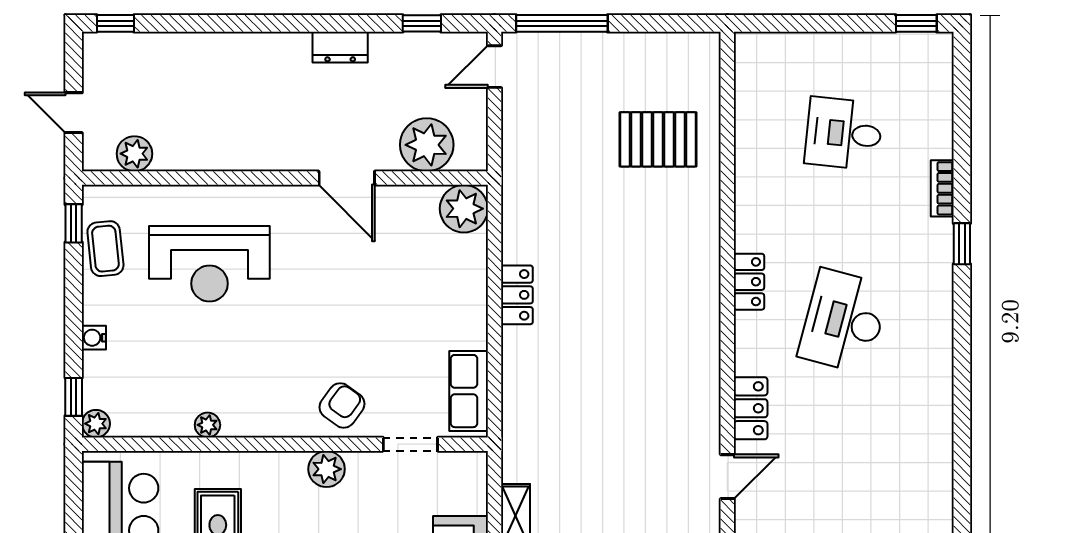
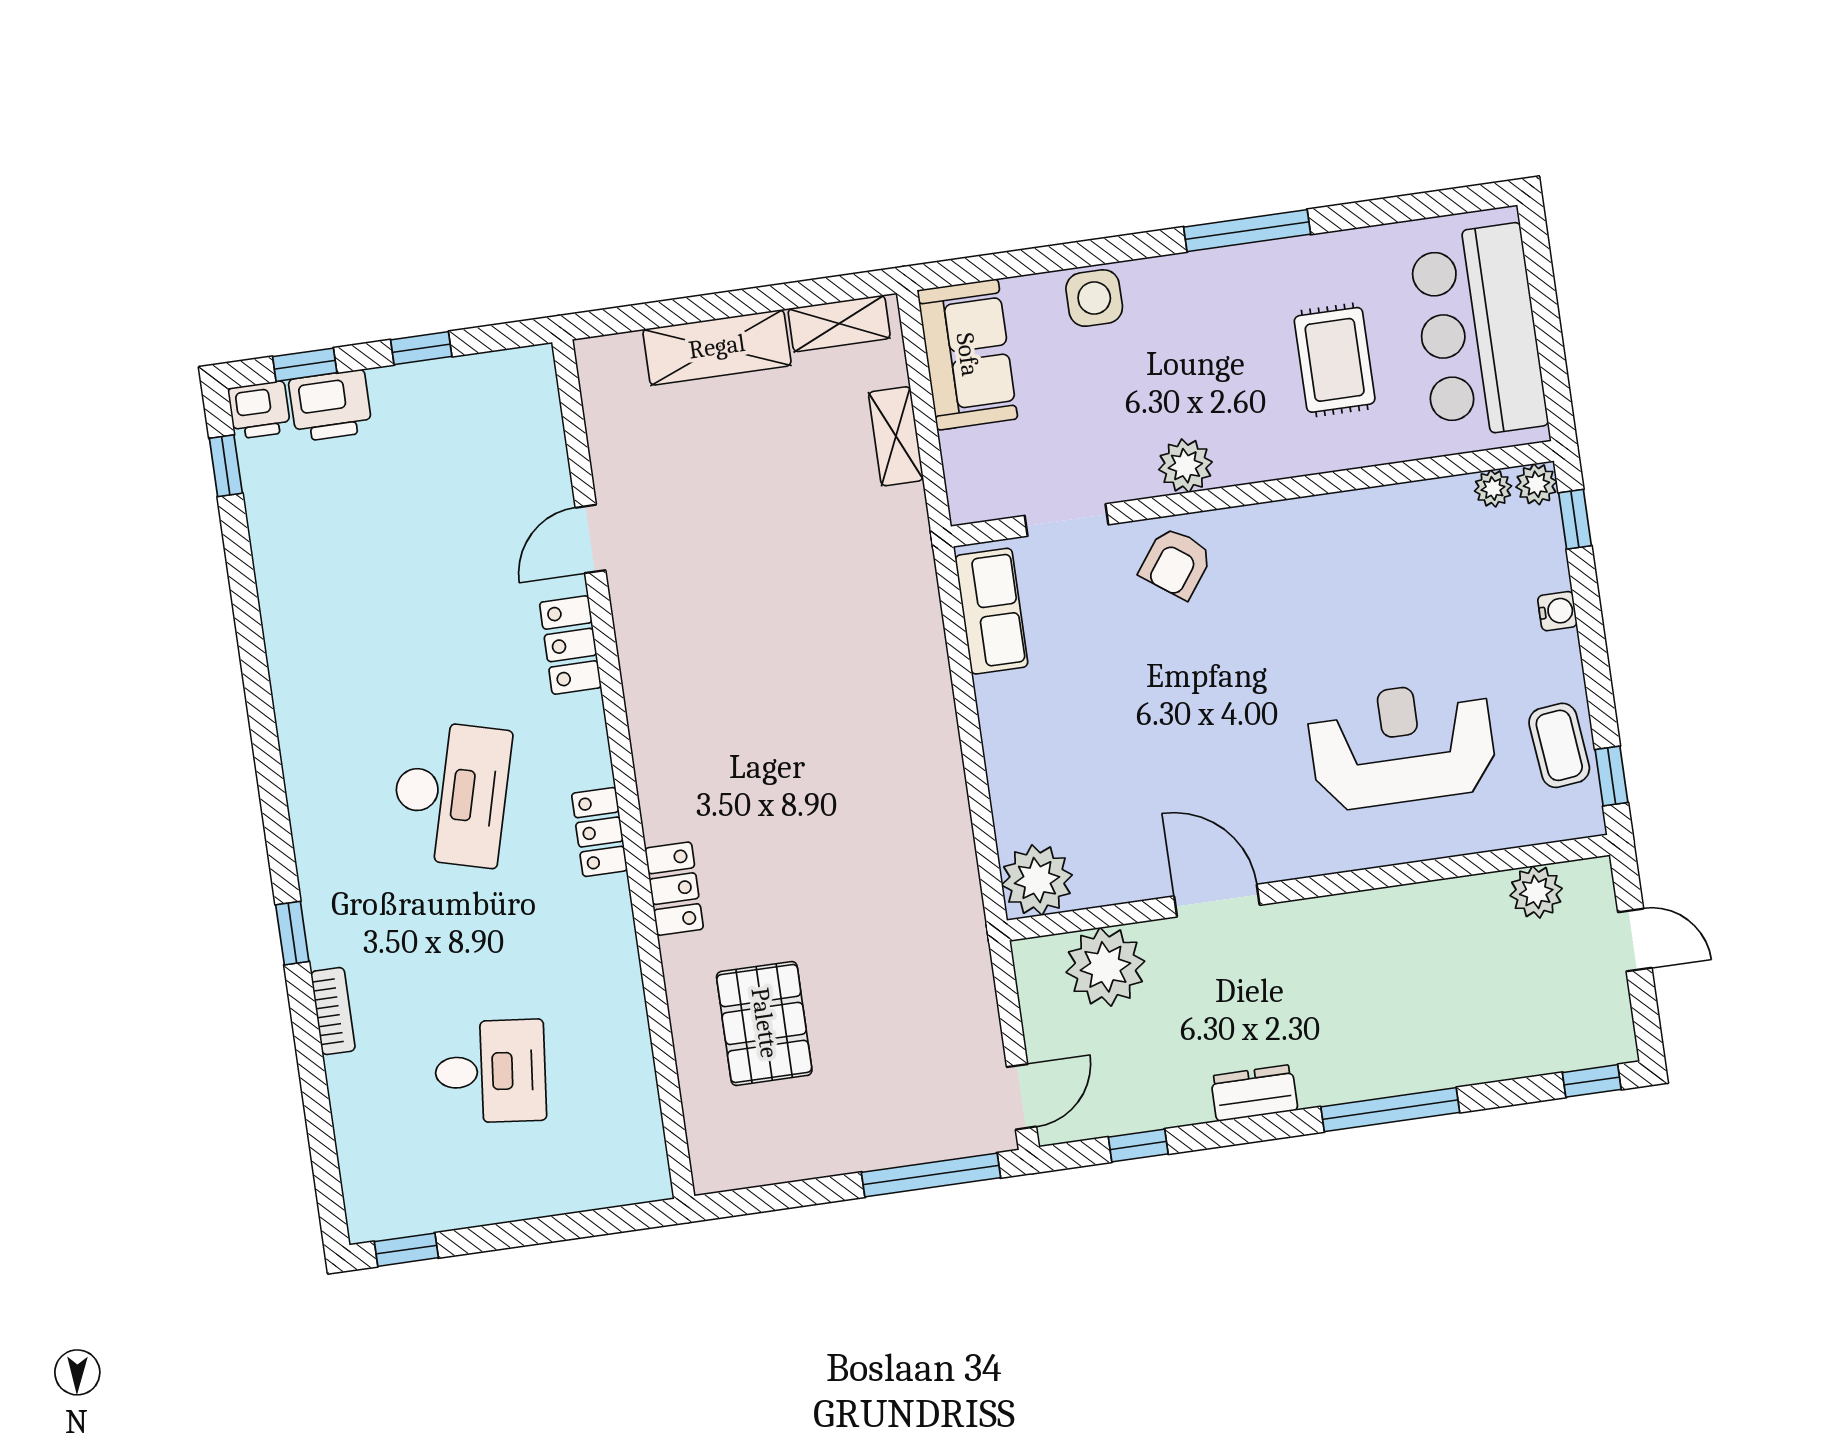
window: (252, 23) -> (1390, 1110), added
pallet: (658, 139) -> (764, 1023), turned 90
locker: (517, 295) -> (674, 889), moved, turned 180
plant: (207, 425) -> (1493, 488), moved

